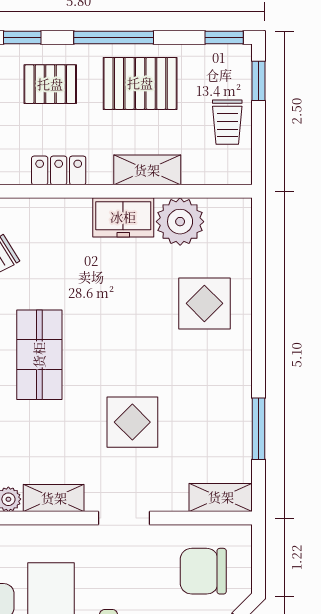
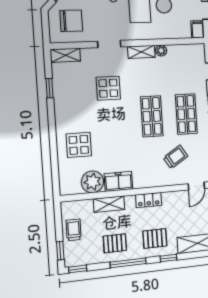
pallet: (140, 83) -> (115, 243), width x0.67, depth x0.71
window: (259, 429) -> (50, 88), width x0.67

